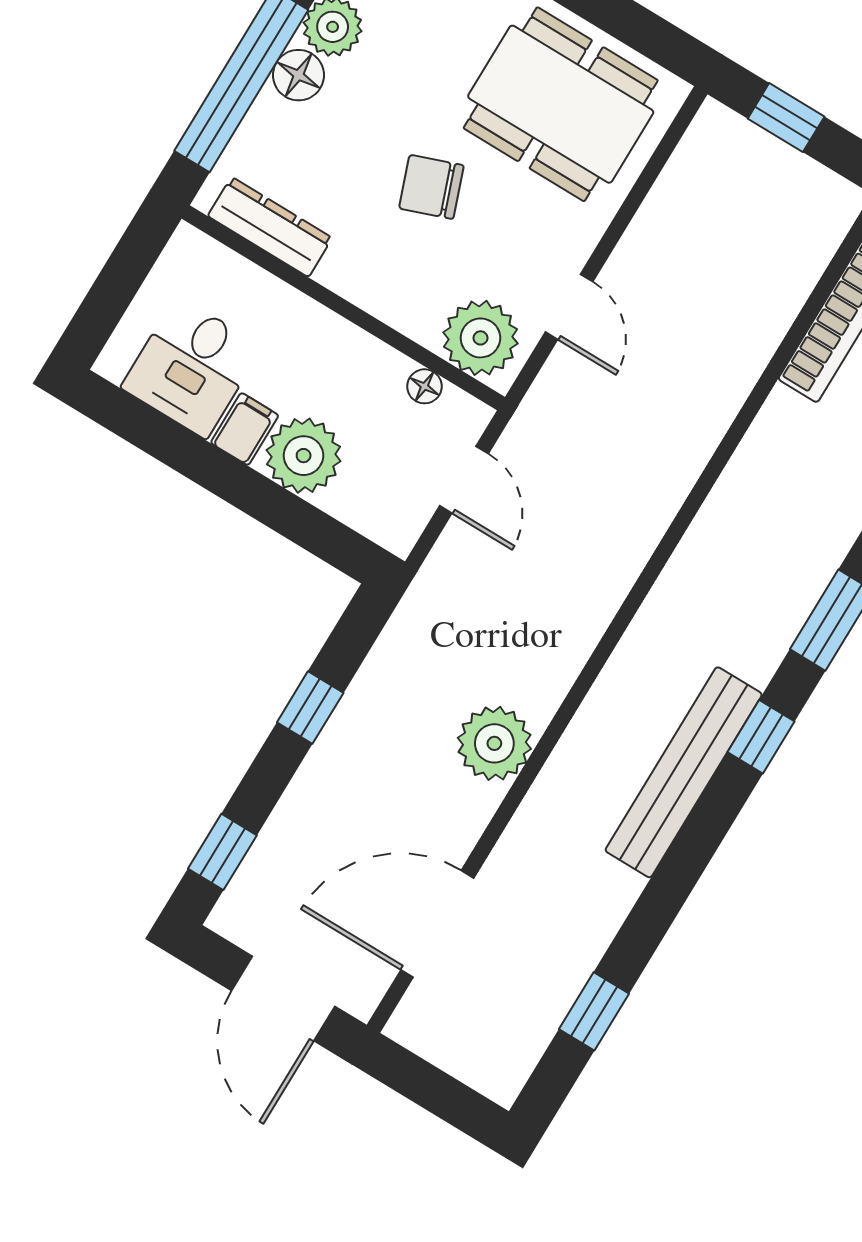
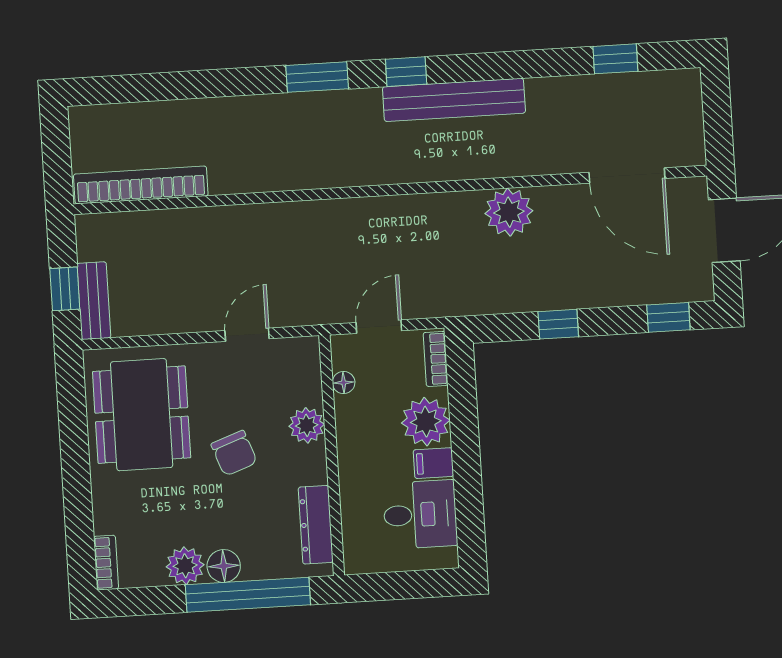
bench: (746, 144) -> (94, 301), added
plant: (480, 338) -> (307, 425), moved, width x0.73, depth x0.73
bookcase: (374, 523) -> (436, 359), added

